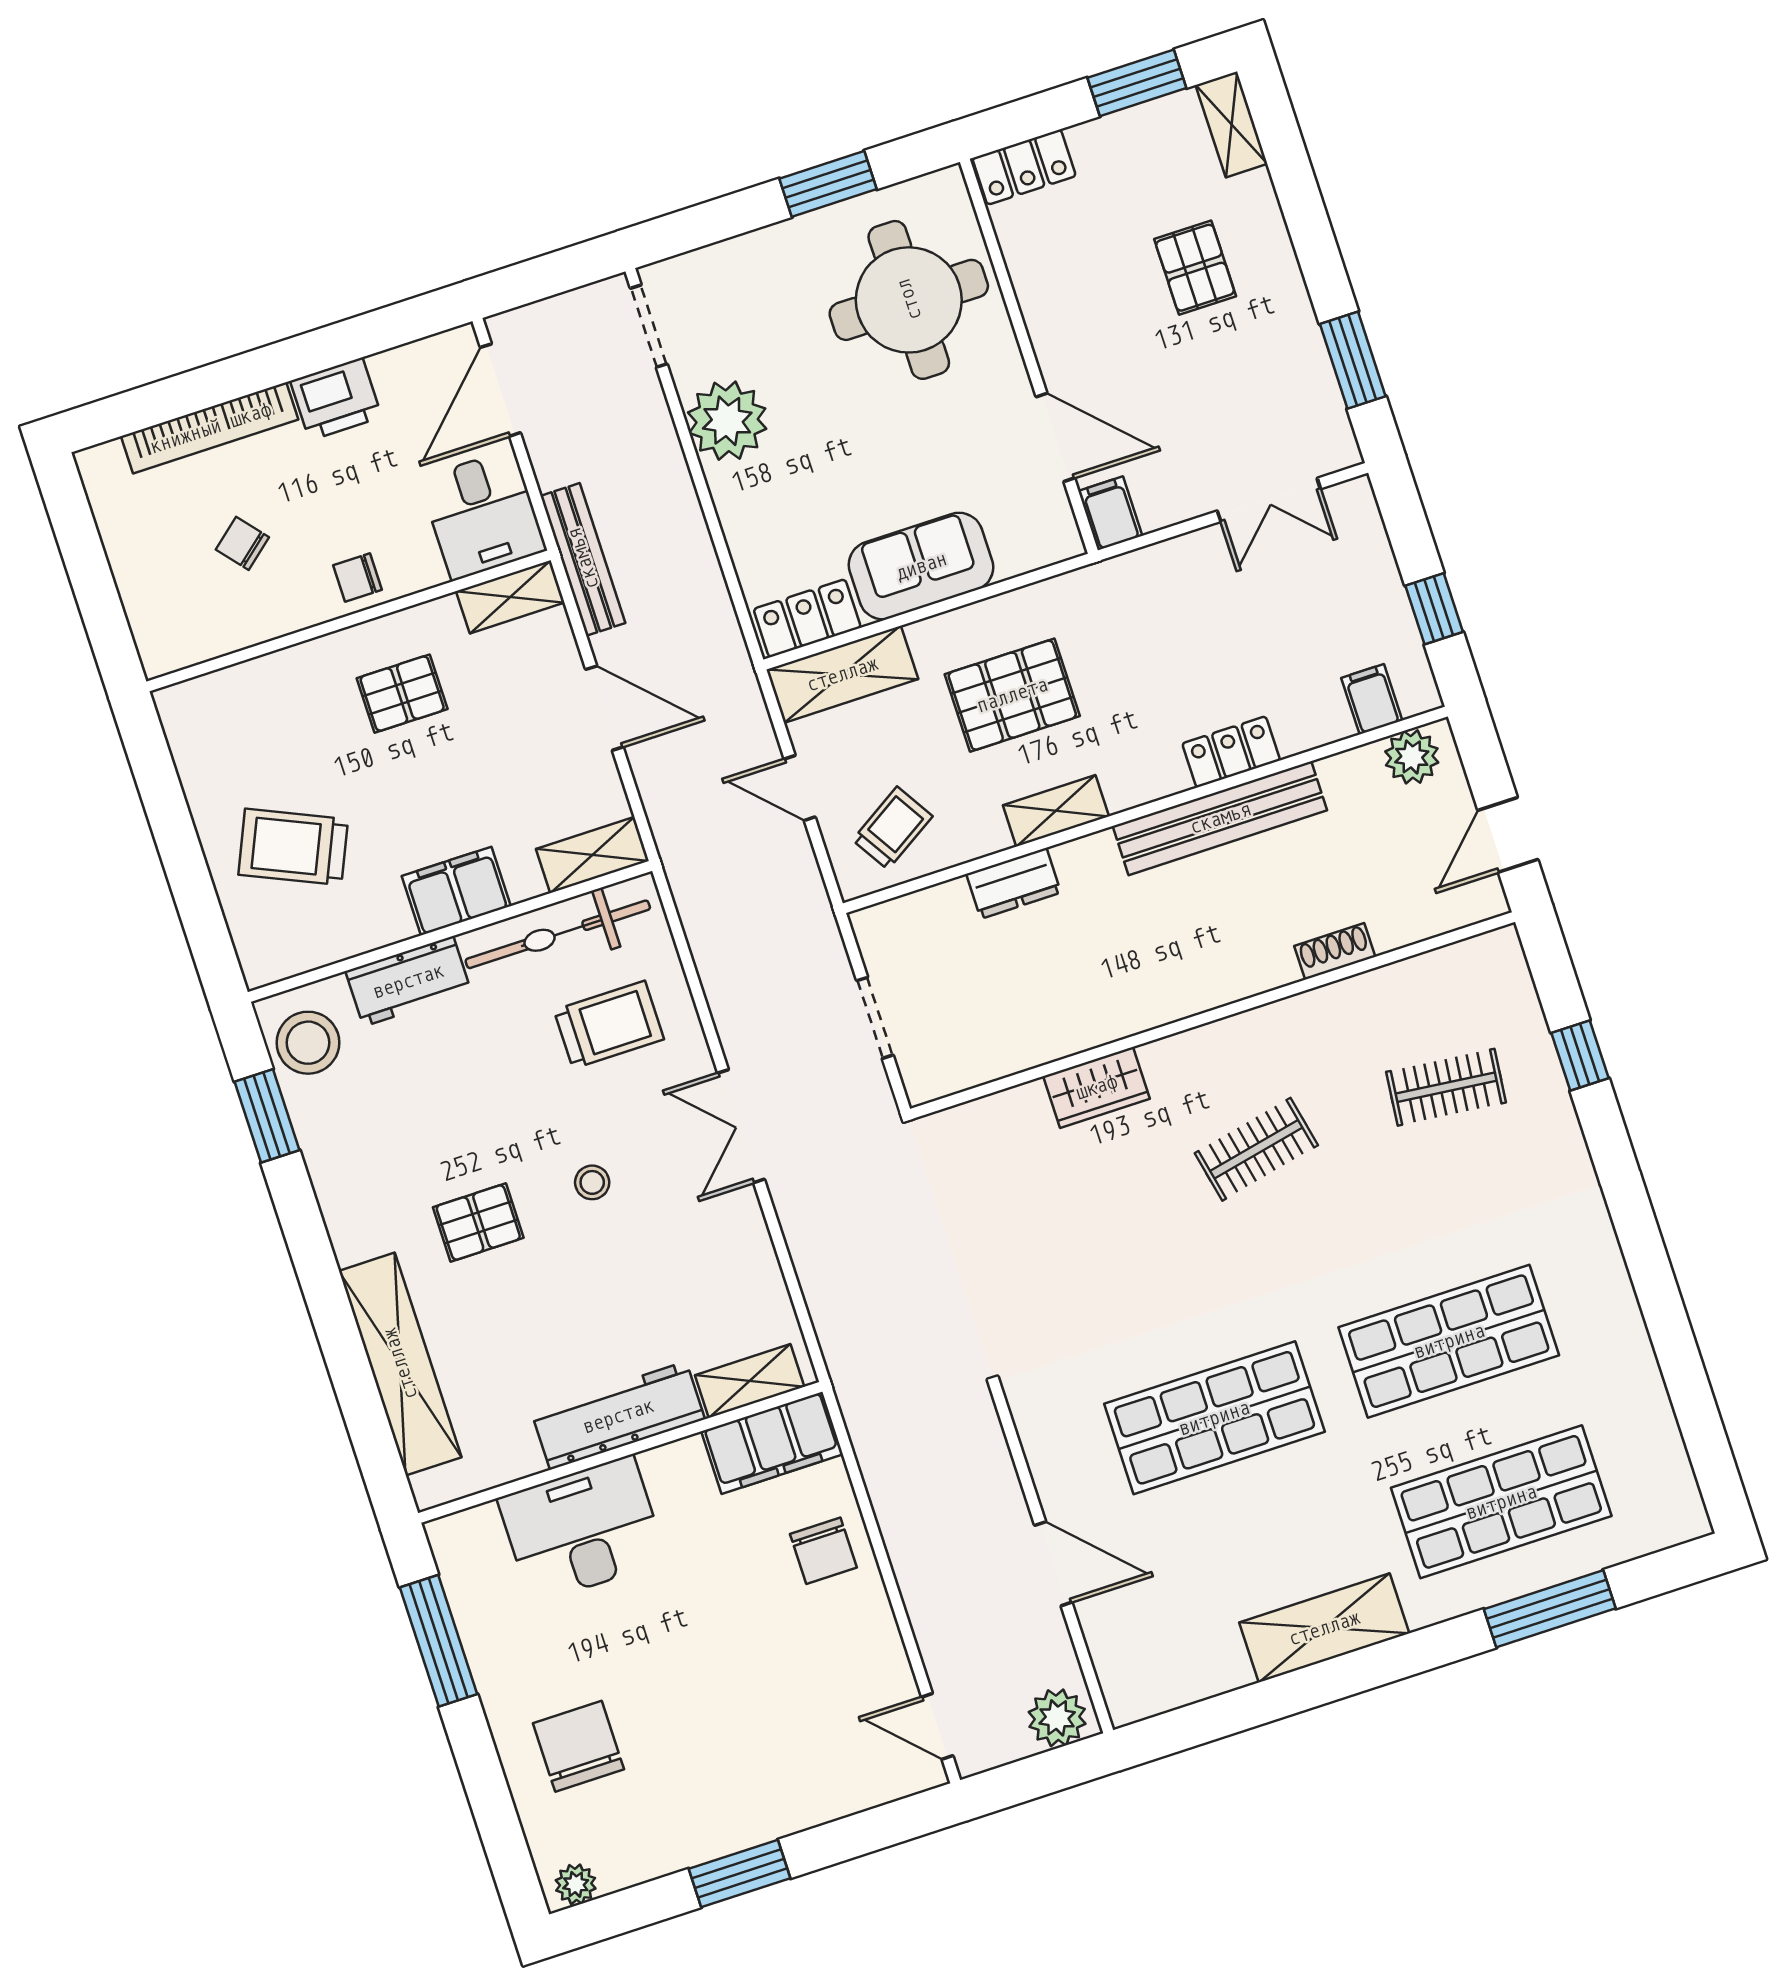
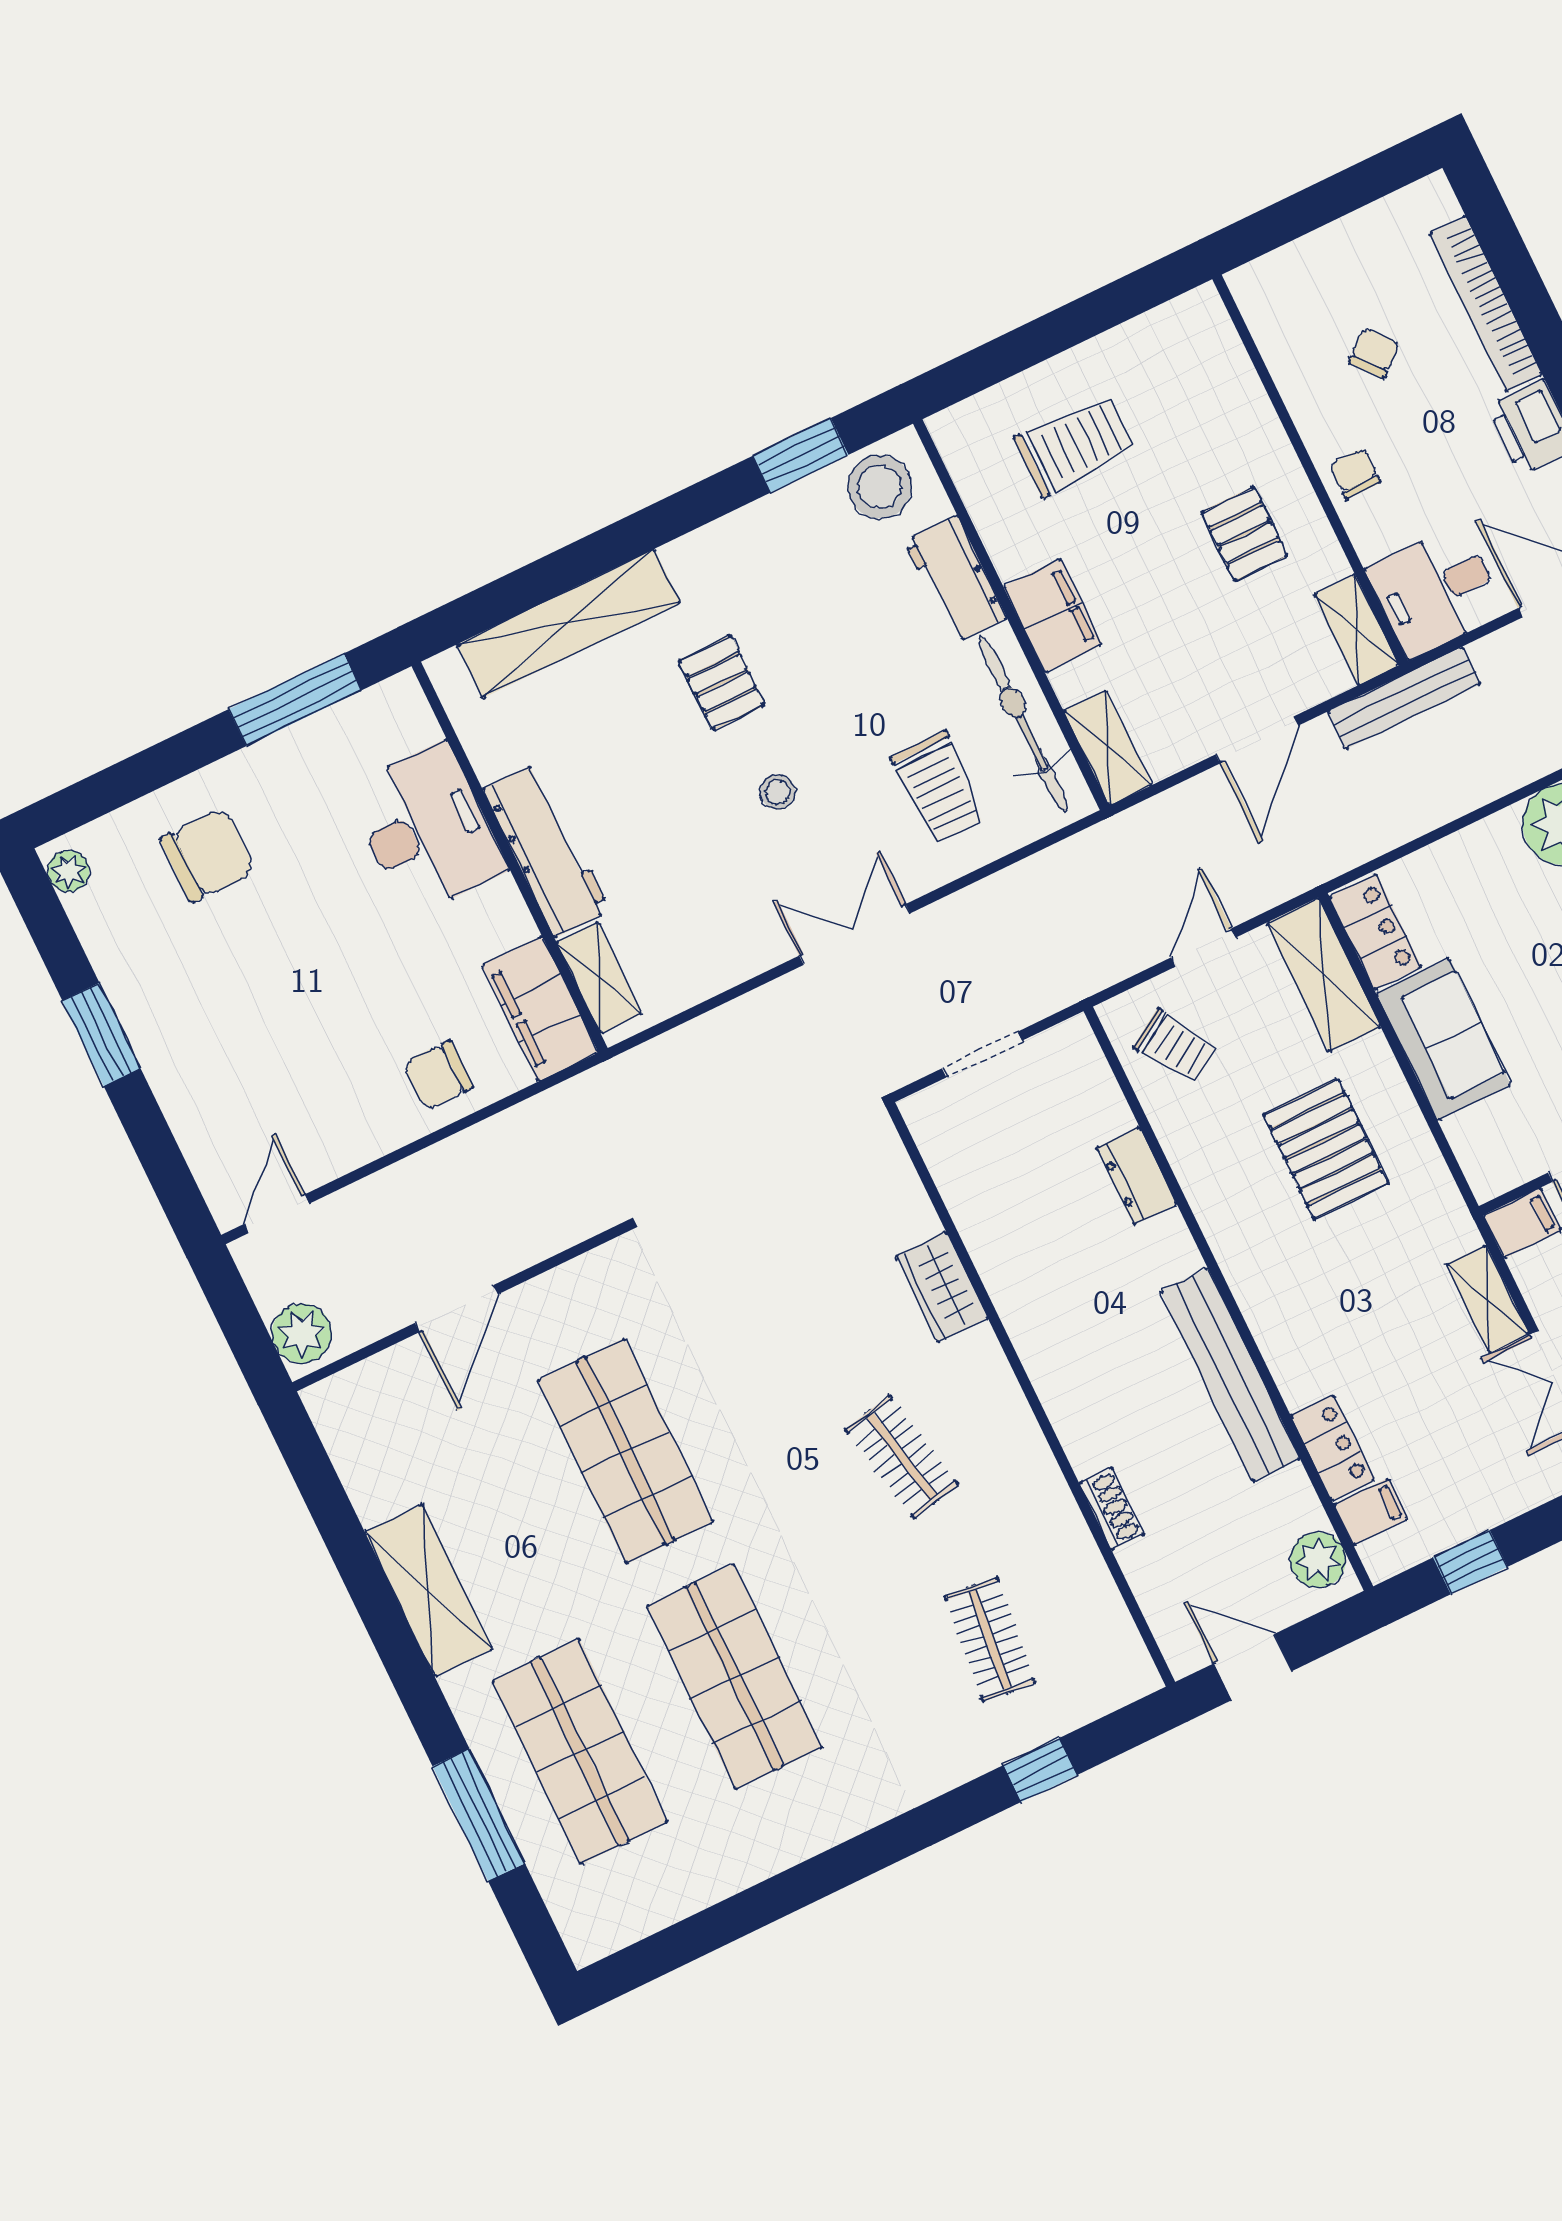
locker: (1231, 752) -> (1333, 1448), moved
shelving: (1056, 811) -> (1488, 1299), moved
trolley: (293, 847) -> (1075, 445), turned 66

